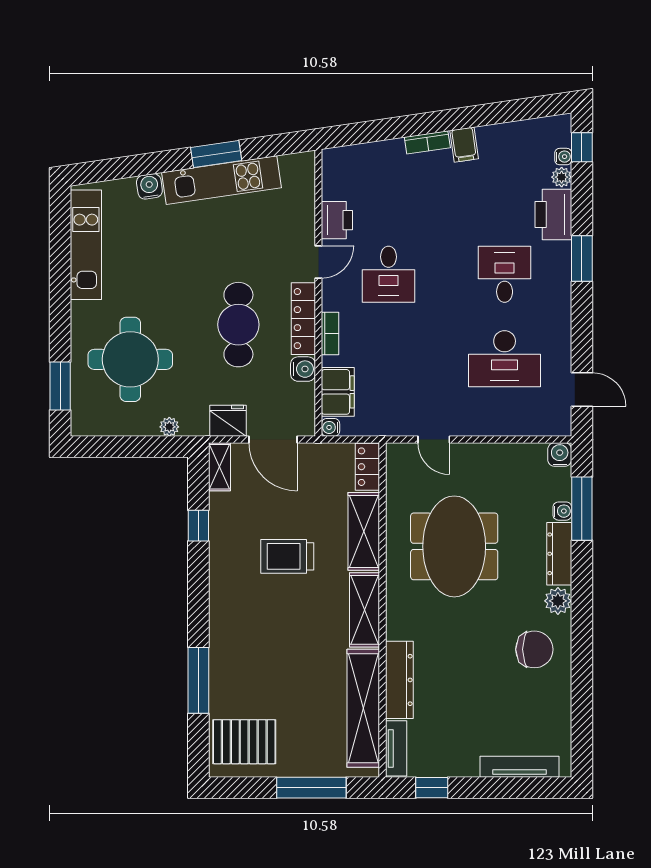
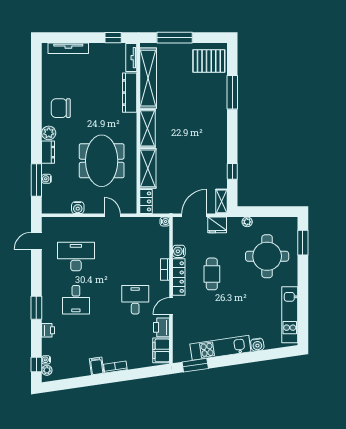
window: (216, 154) -> (195, 365), moved
plant: (562, 177) -> (47, 370), moved
printer: (553, 215) -> (48, 330), width x0.53, depth x0.68
cafe table: (238, 325) -> (212, 274), width x0.73, depth x0.74
door: (582, 389) -> (36, 241), hinge flipped
filing cabinet: (338, 392) -> (161, 350), moved
door: (273, 440) -> (194, 215), hinge flipped
water cooler: (560, 455) -> (78, 208), moved
dresser: (559, 554) -> (48, 152), width x0.70
trolley: (287, 556) -> (187, 156), removed

